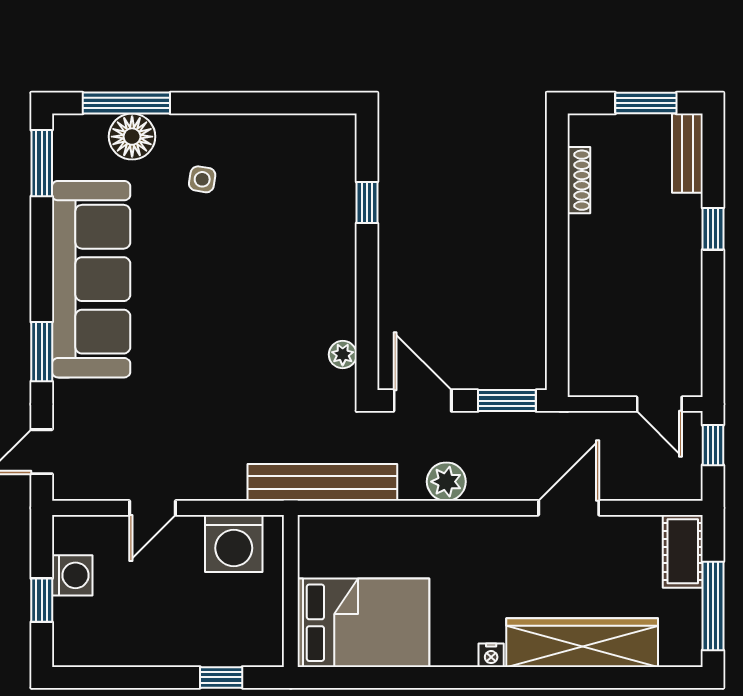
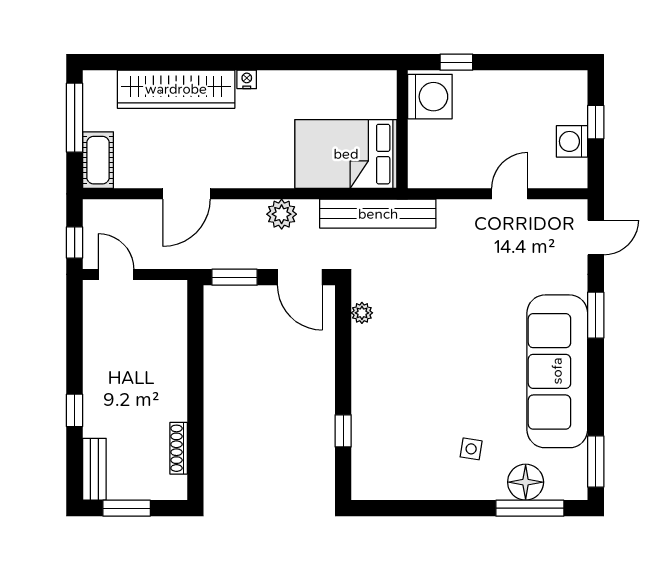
washing machine: (234, 543) -> (430, 97), moved, turned 90
bed: (363, 623) -> (346, 154), moved

